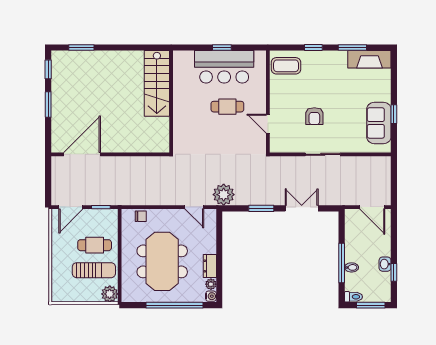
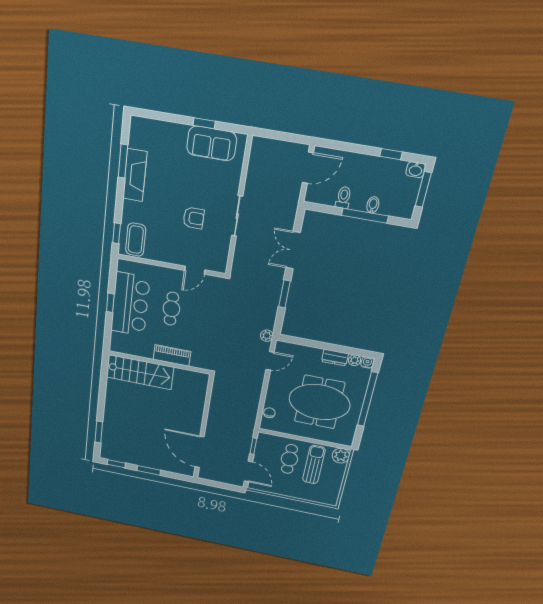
window: (313, 47) -> (117, 233), moved
fireplace: (369, 59) -> (135, 175), moved
piano: (181, 113) -> (172, 355), added
plant: (224, 195) -> (267, 336), width x0.53, depth x0.53
washbasin: (385, 264) -> (416, 170), moved
toilet: (353, 297) -> (343, 197), moved

